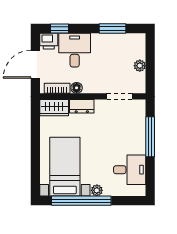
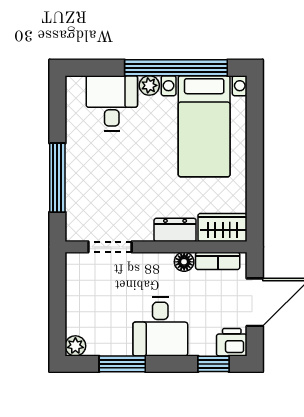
desk: (75, 50) -> (160, 327), moved
plant: (140, 66) -> (75, 346), moved
desk: (130, 170) -> (112, 103), moved, turned 90

